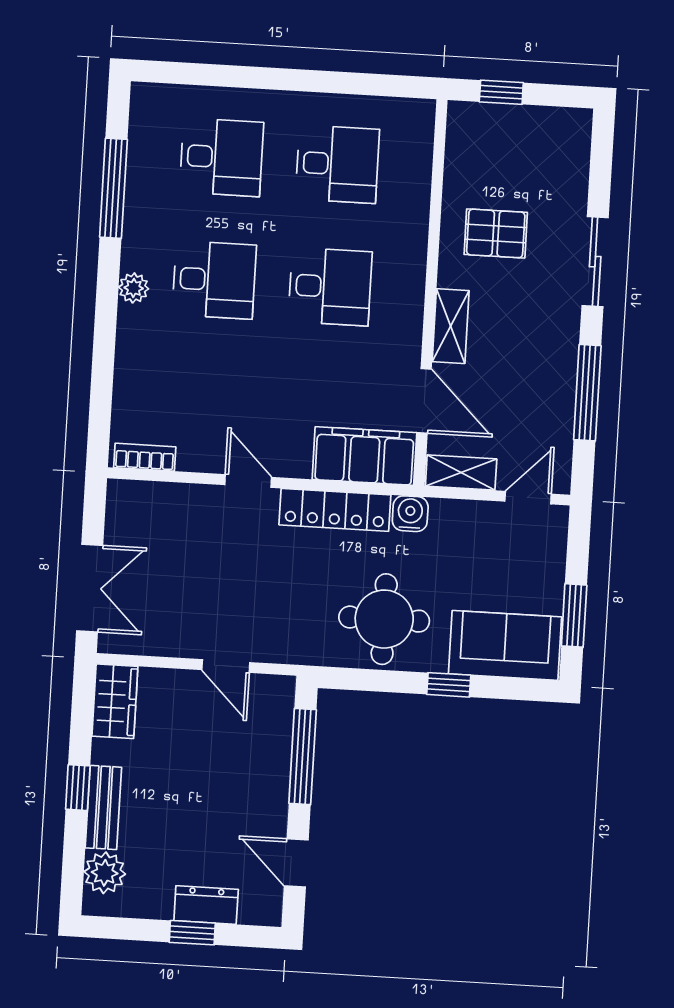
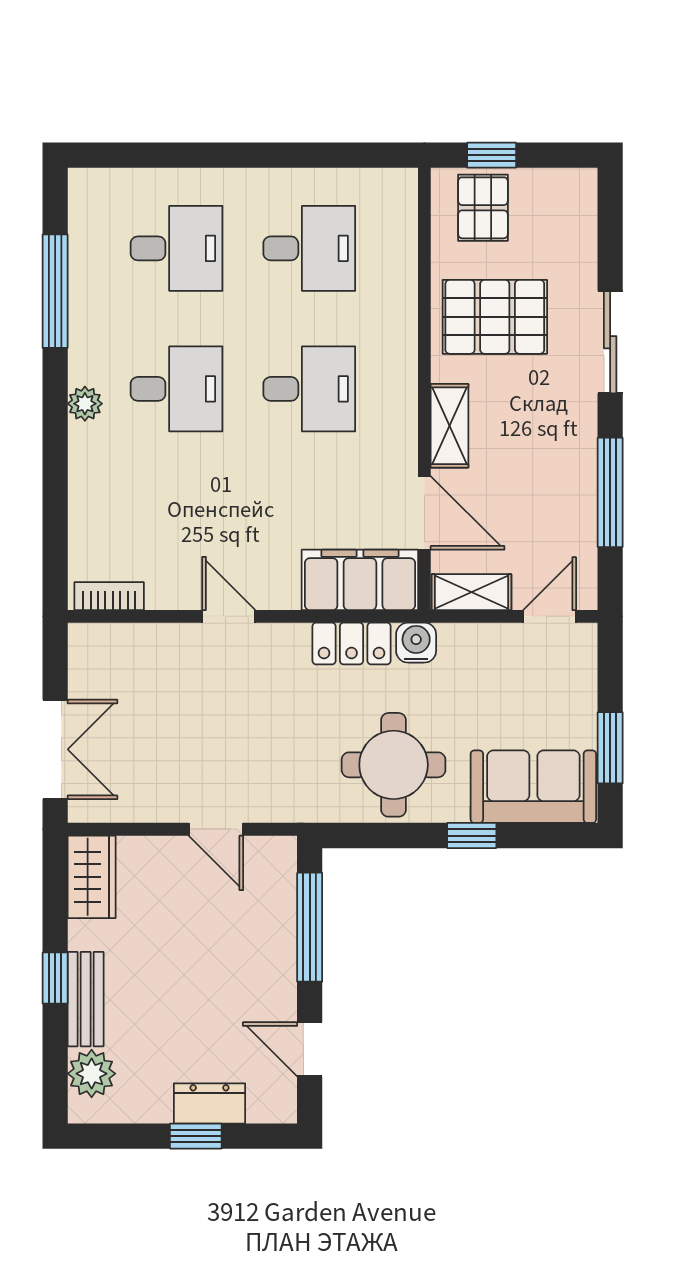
pallet: (491, 138) -> (483, 208), added
pallet: (496, 233) -> (495, 317), width x1.50, depth x1.42
locker: (335, 510) -> (352, 643), width x0.66

